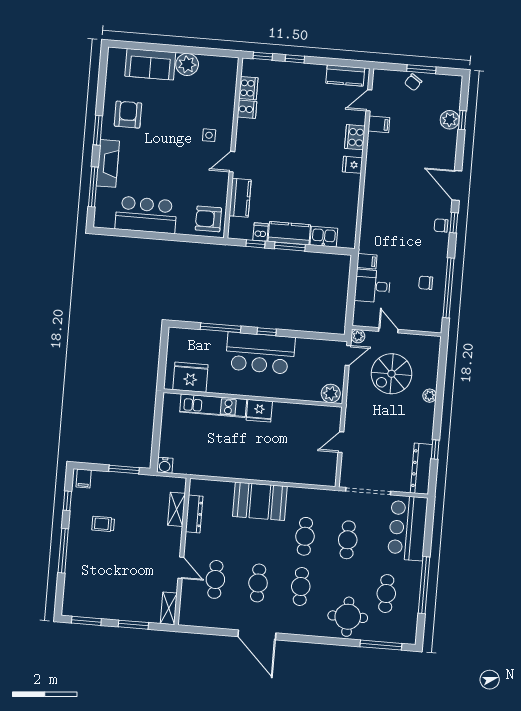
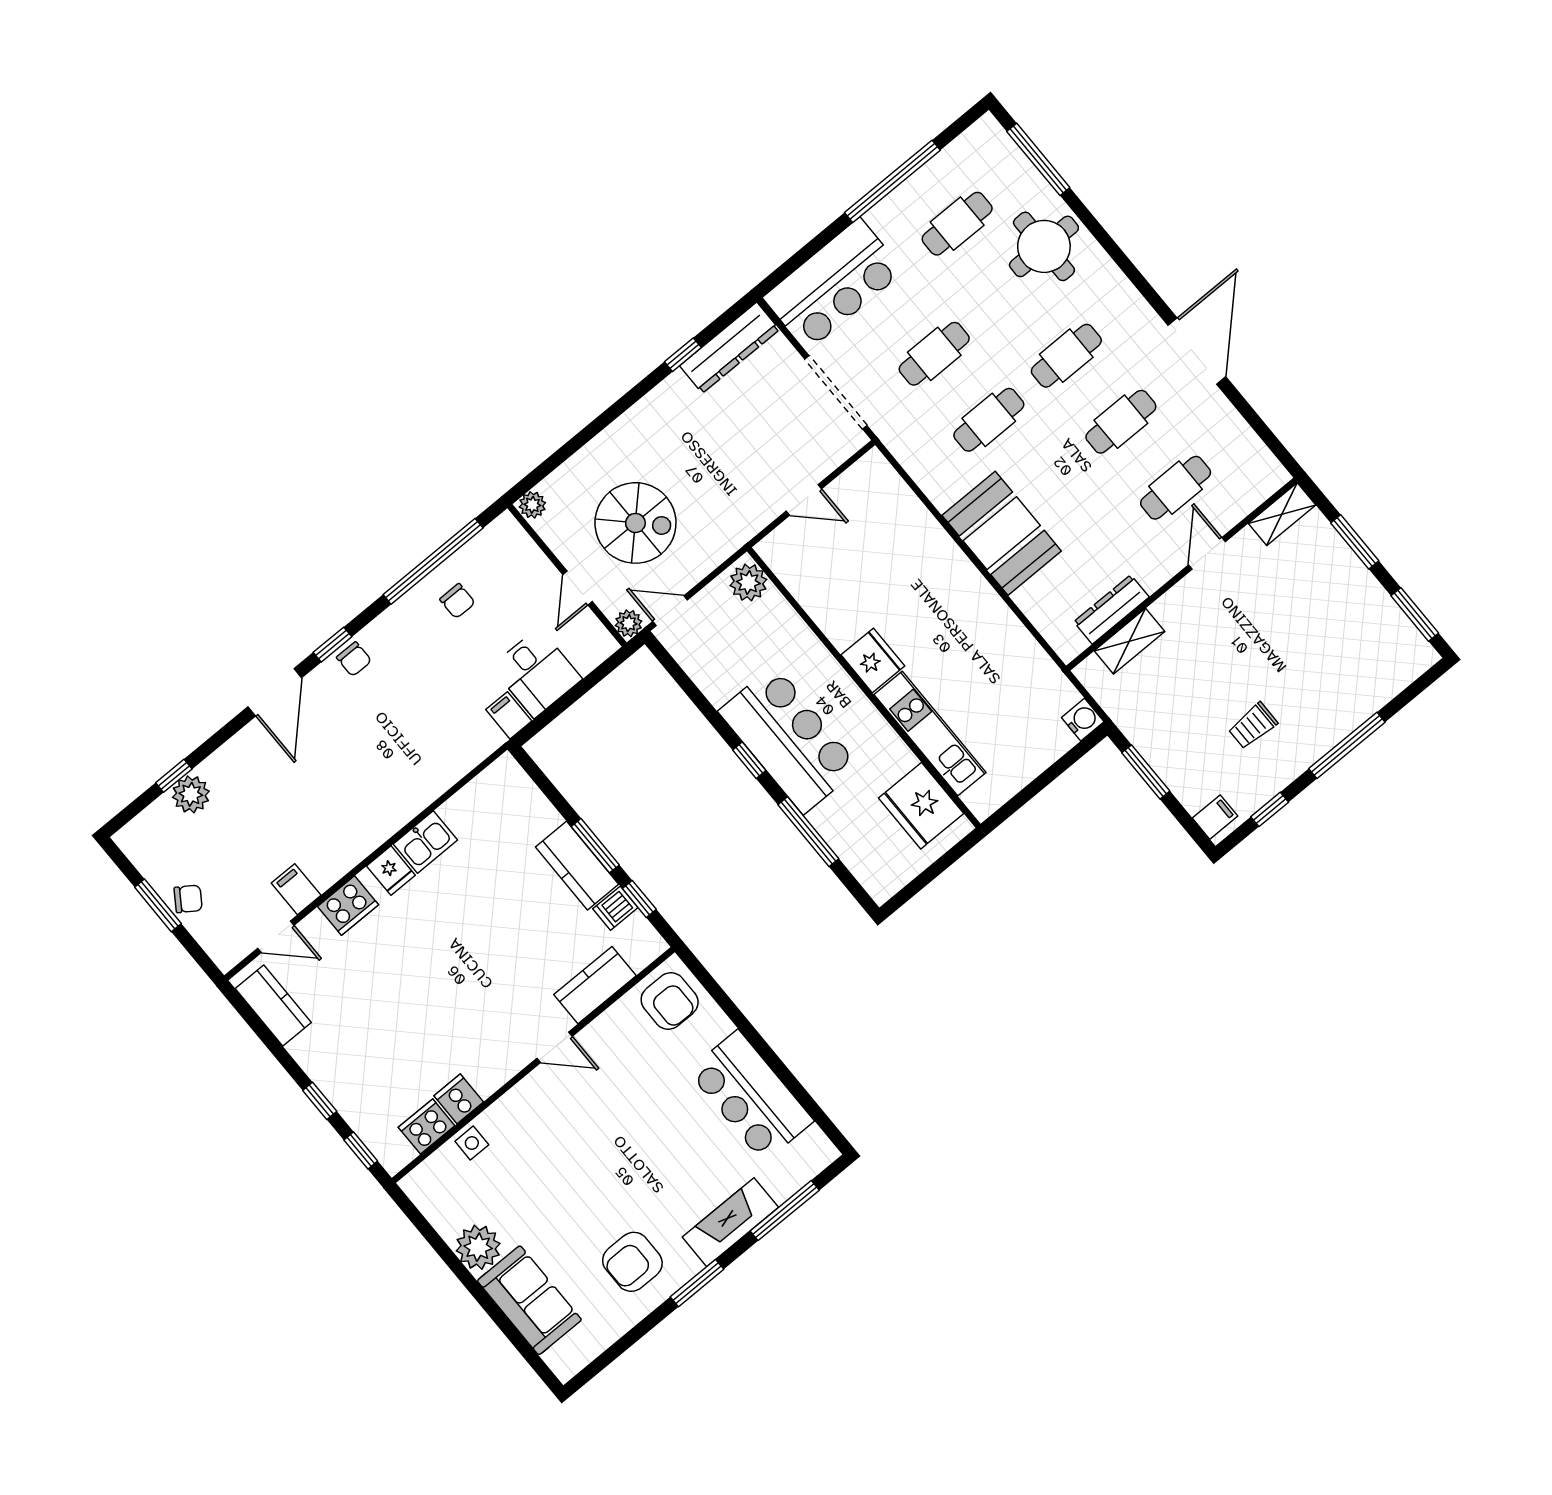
side table: (209, 135) -> (472, 1143), moved
kitchen sink: (324, 237) -> (425, 842), moved, turned -90
plant: (430, 396) -> (532, 505), moved
trolley: (103, 524) -> (1253, 726), turned 90

